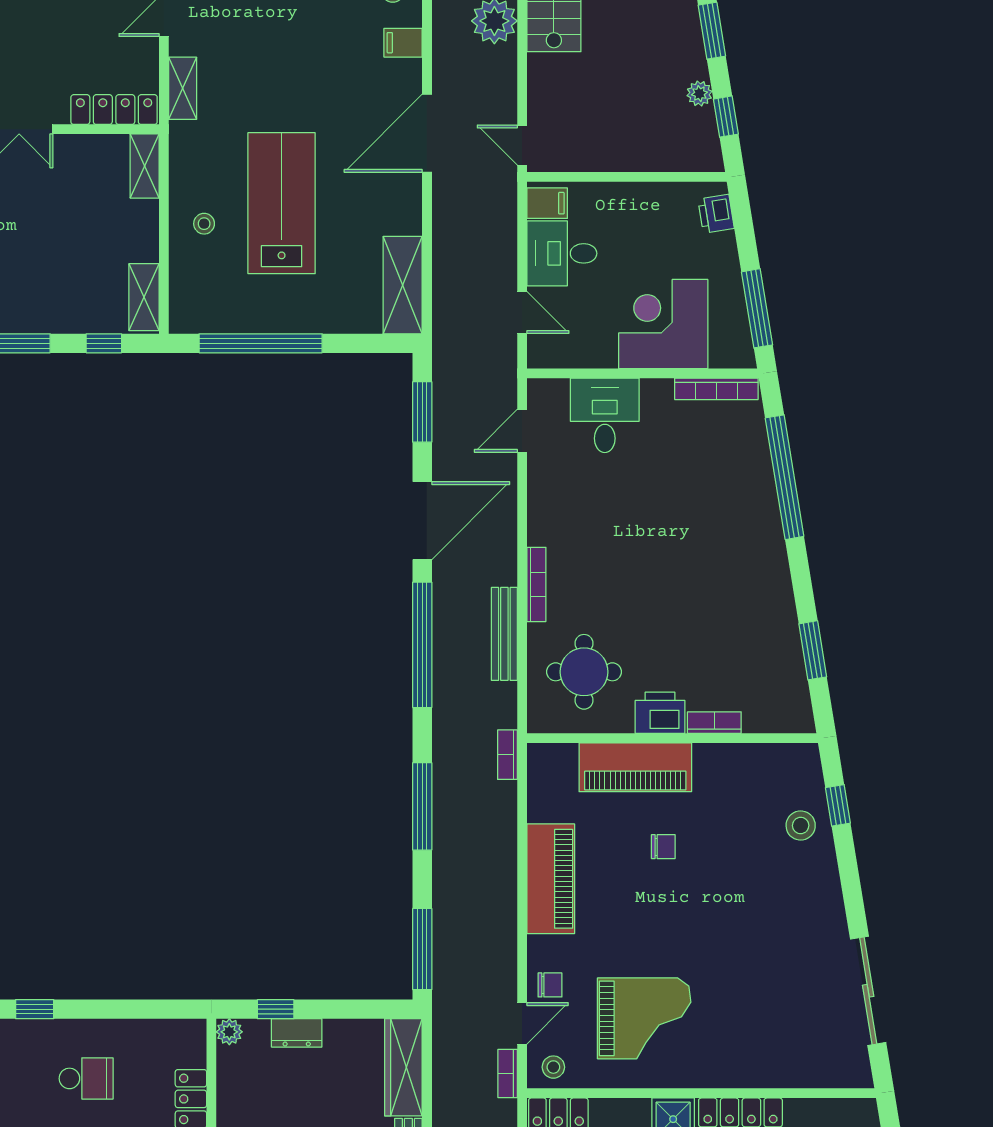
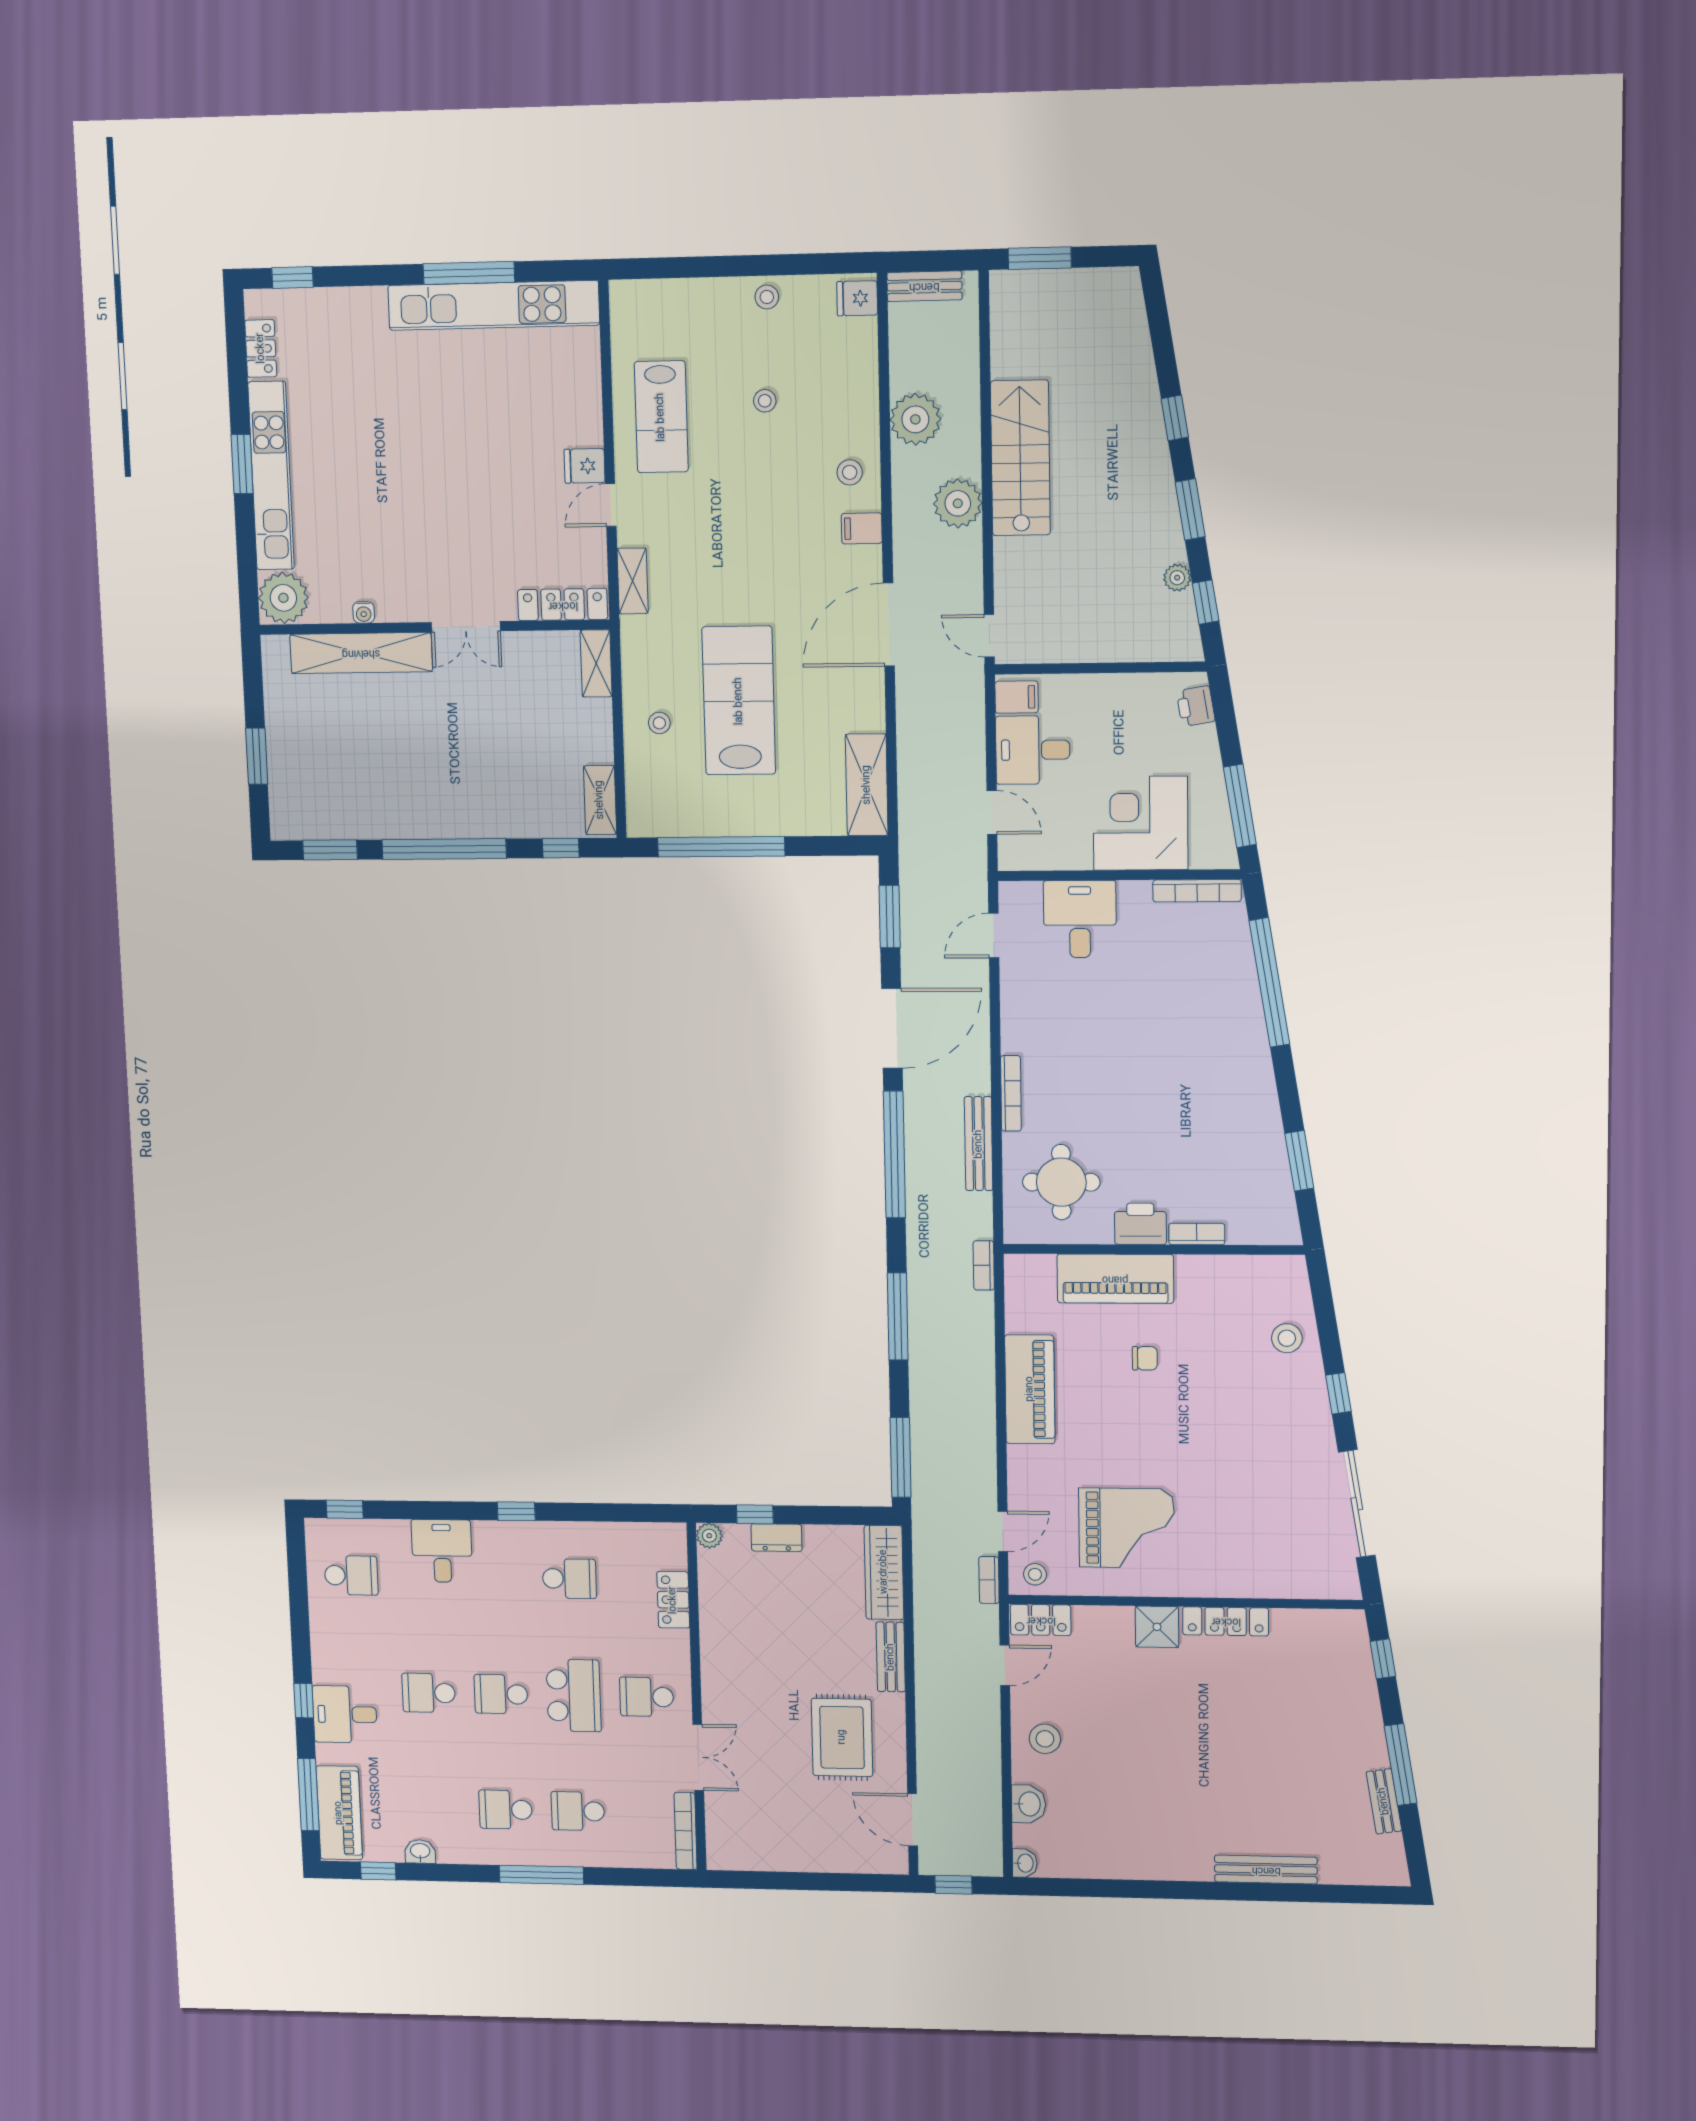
window: (838, 805) -> (1338, 1393), moved
chair: (550, 985) -> (1031, 1494), removed

